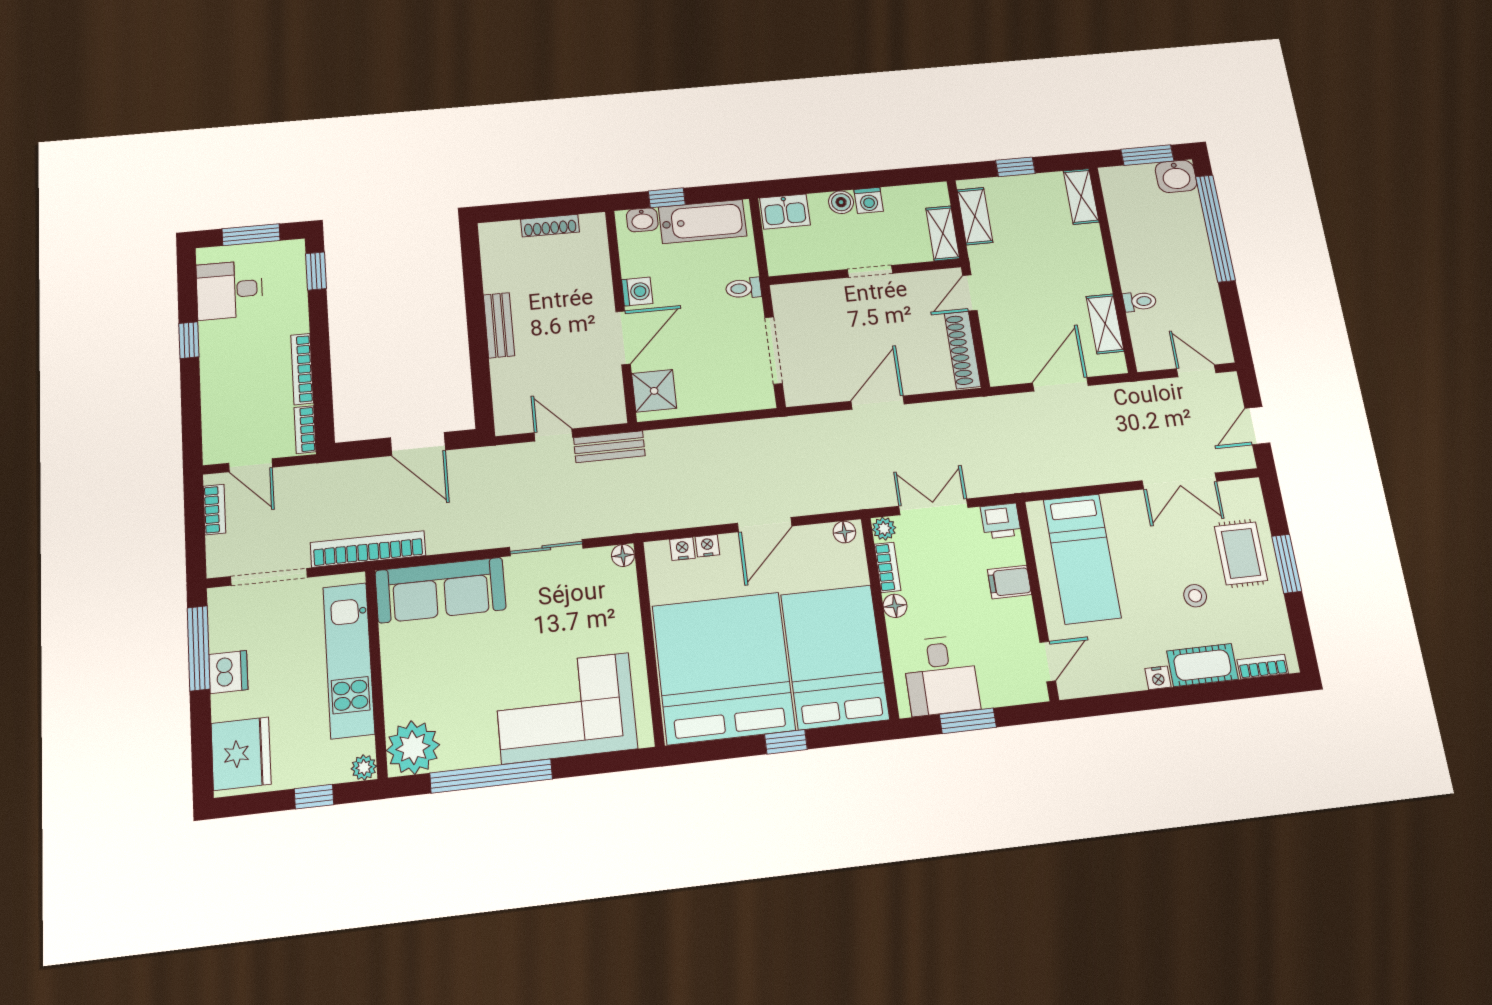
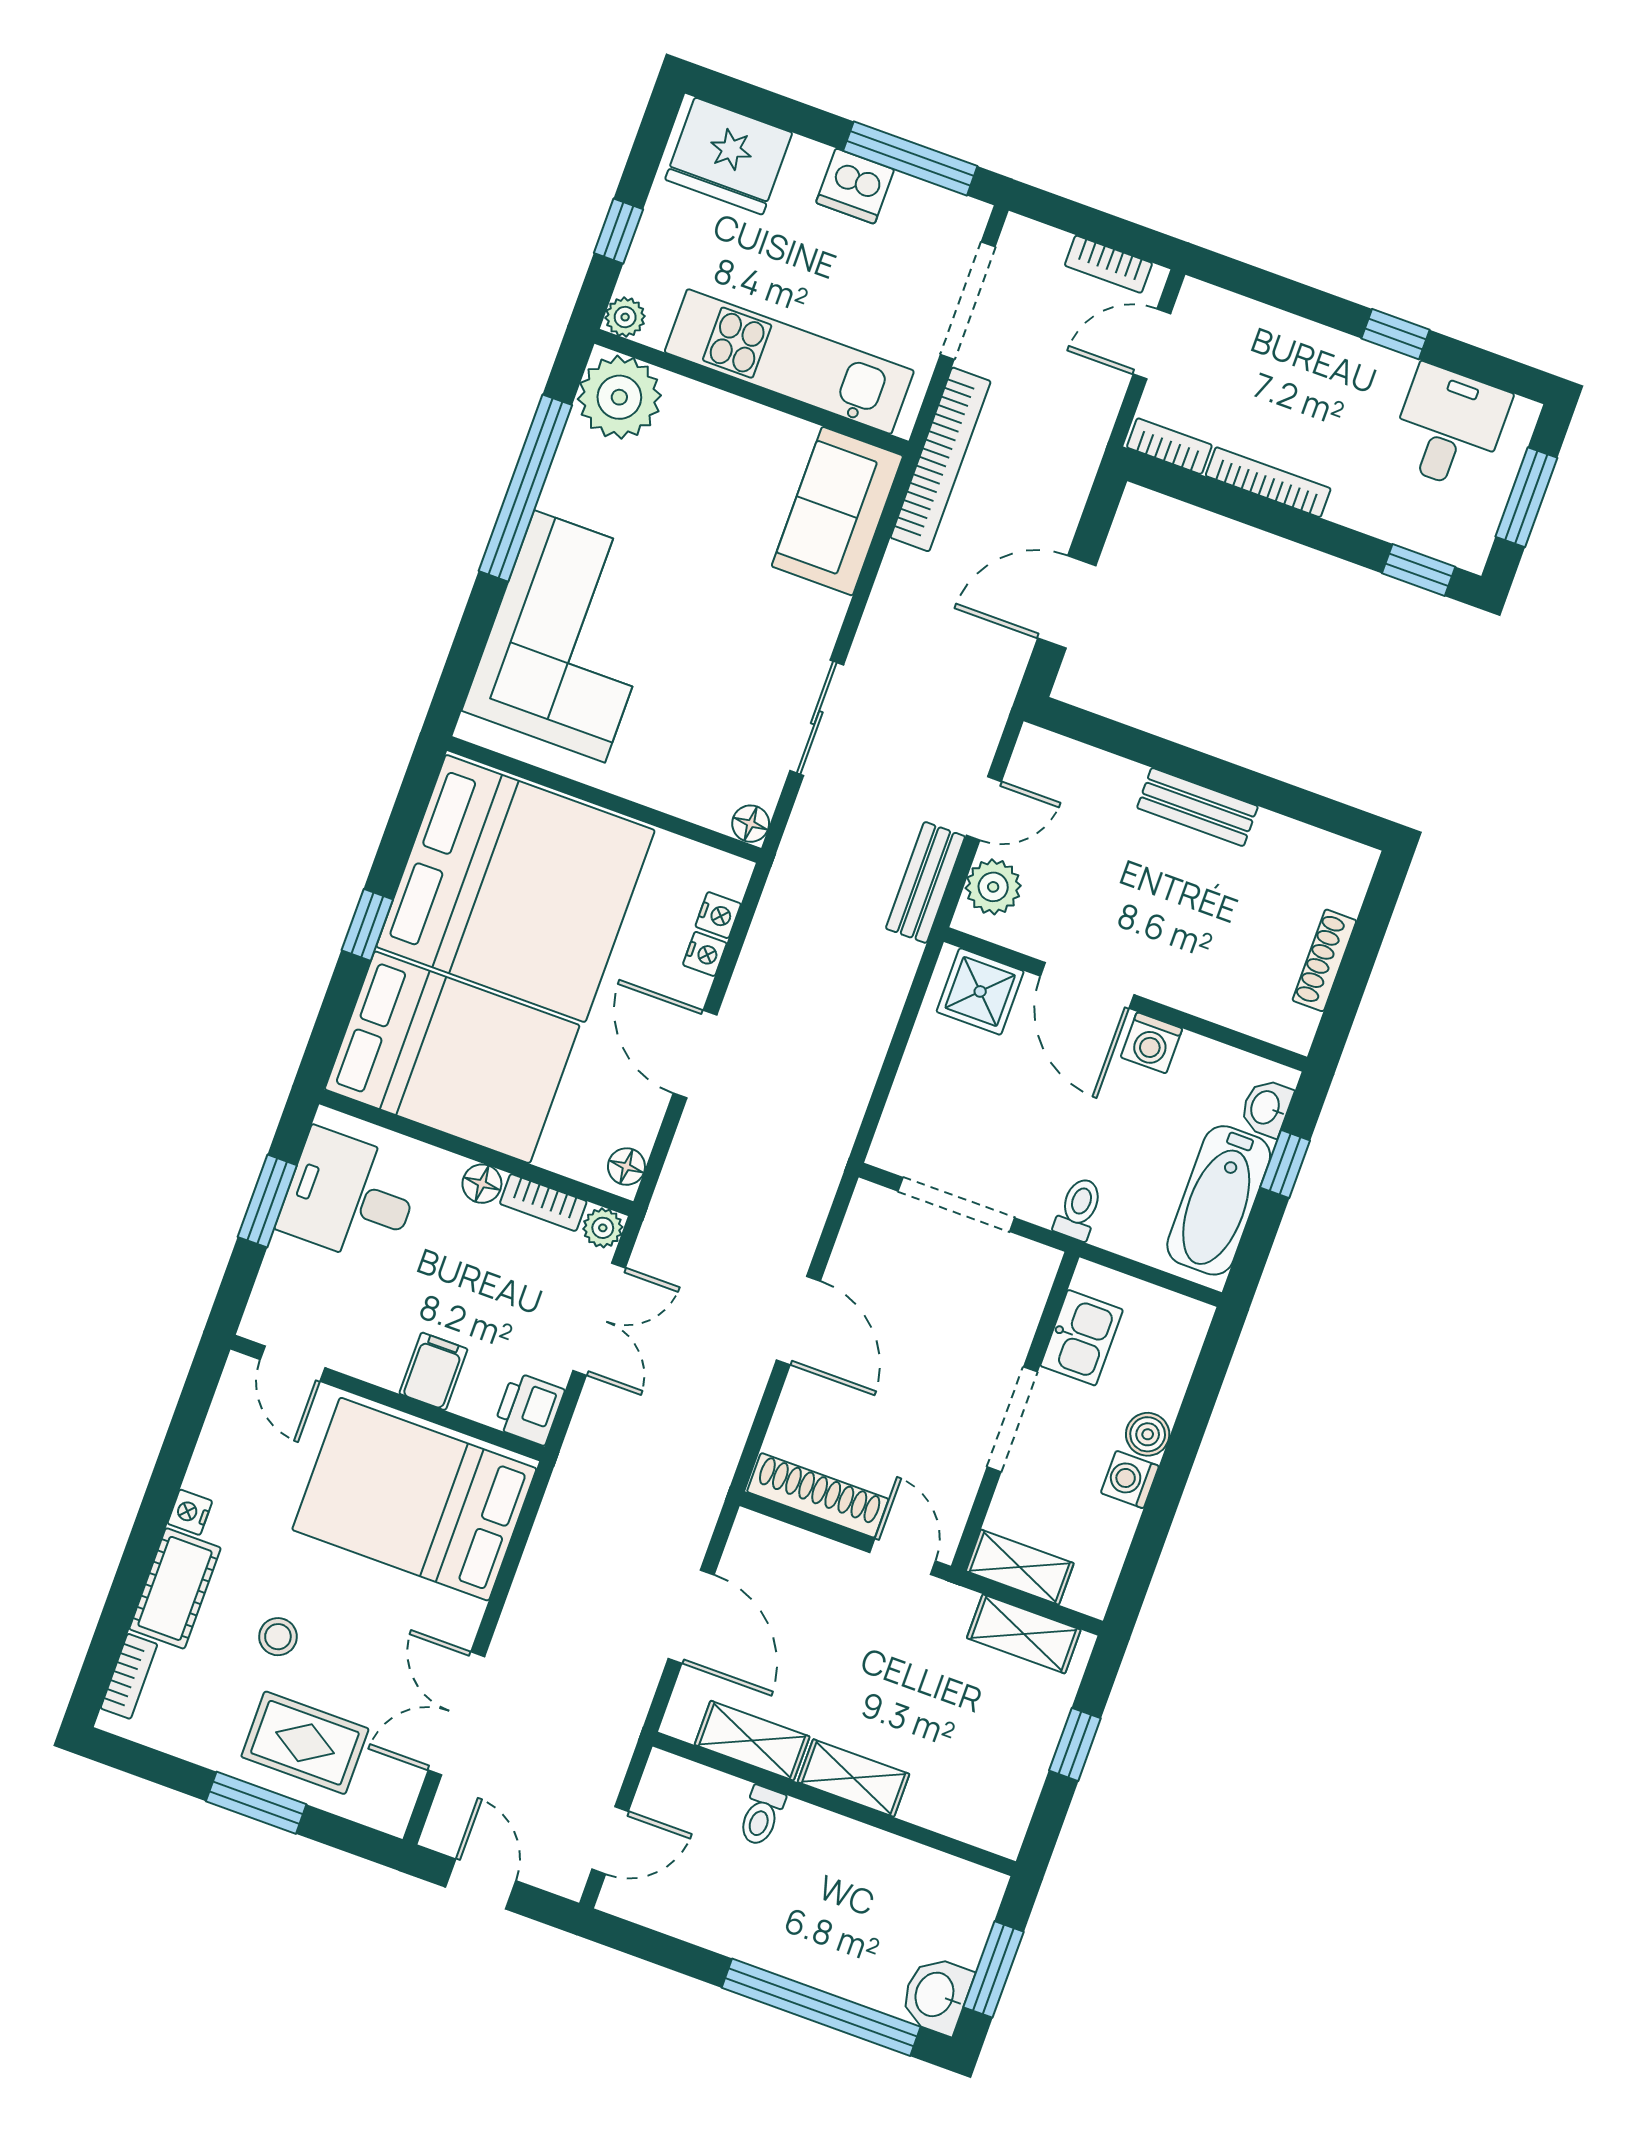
shelving: (1081, 196) -> (854, 1778), moved
kitchen sink: (785, 212) -> (1082, 1338), moved, turned 180
doorway: (870, 271) -> (1012, 1419), width x1.38
plant: (594, 410) -> (993, 887), added
bed: (1082, 559) -> (414, 1499), width x1.50
sofa: (440, 590) -> (837, 511), width x0.73

